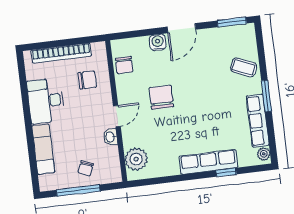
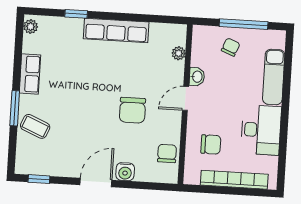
window: (232, 22) -> (39, 179), width x0.67
chair: (87, 80) -> (211, 144), turned 180
window: (266, 96) -> (15, 108), moved
row of seats: (258, 121) -> (30, 74), width x0.68
plant: (136, 159) -> (179, 53), width x0.53, depth x0.53
row of seats: (208, 162) -> (116, 30), moved

